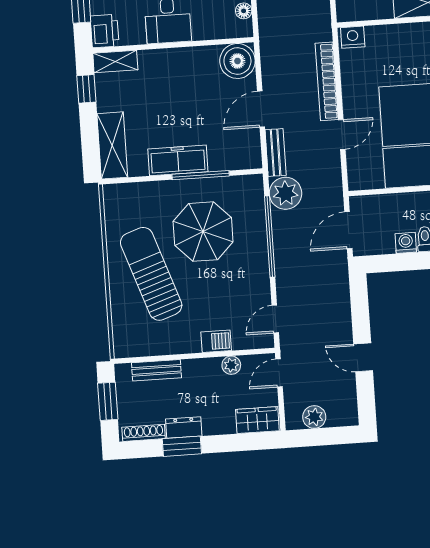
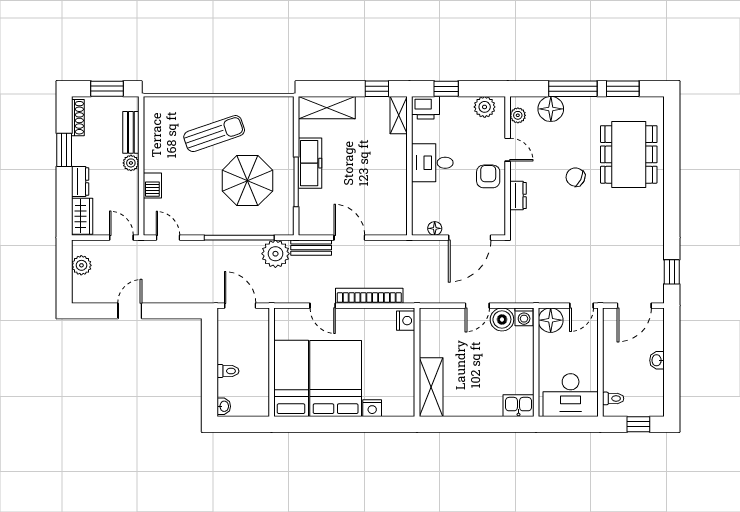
boiler: (237, 61) -> (392, 220), removed
washing machine: (406, 243) -> (226, 354), removed
sun lounger: (151, 274) -> (214, 134), width x0.73, depth x0.75
plant: (231, 365) -> (131, 163), moved
dresser: (184, 427) -> (80, 182), moved

